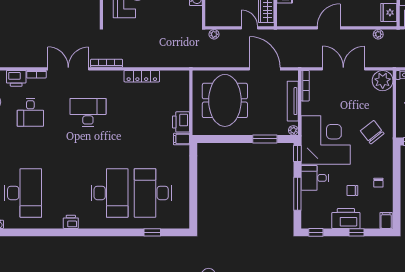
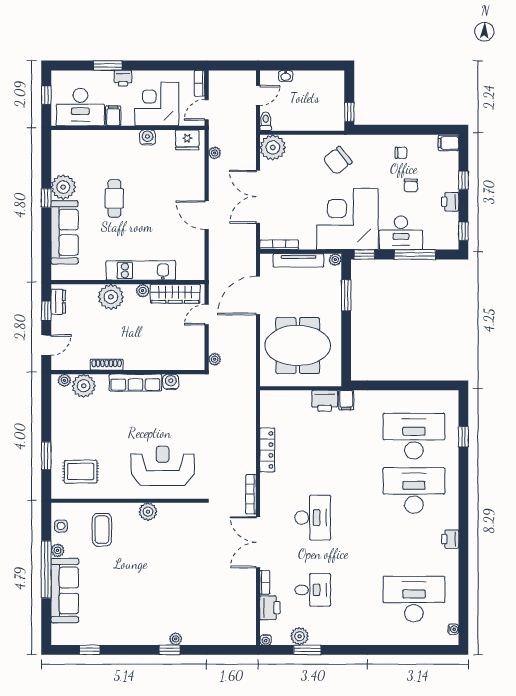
desk: (88, 112) -> (313, 518), turned 180
desk: (315, 178) -> (401, 233), width x1.37
desk: (153, 193) -> (414, 436), turned 180
printer: (346, 218) -> (450, 202), width x0.53, depth x0.68

